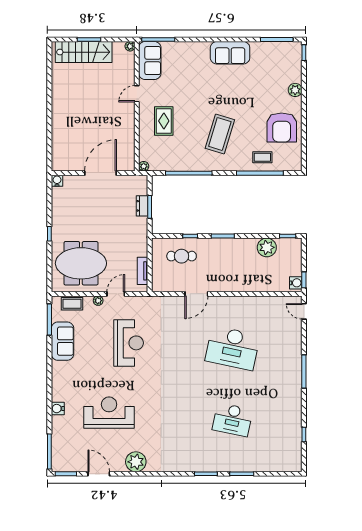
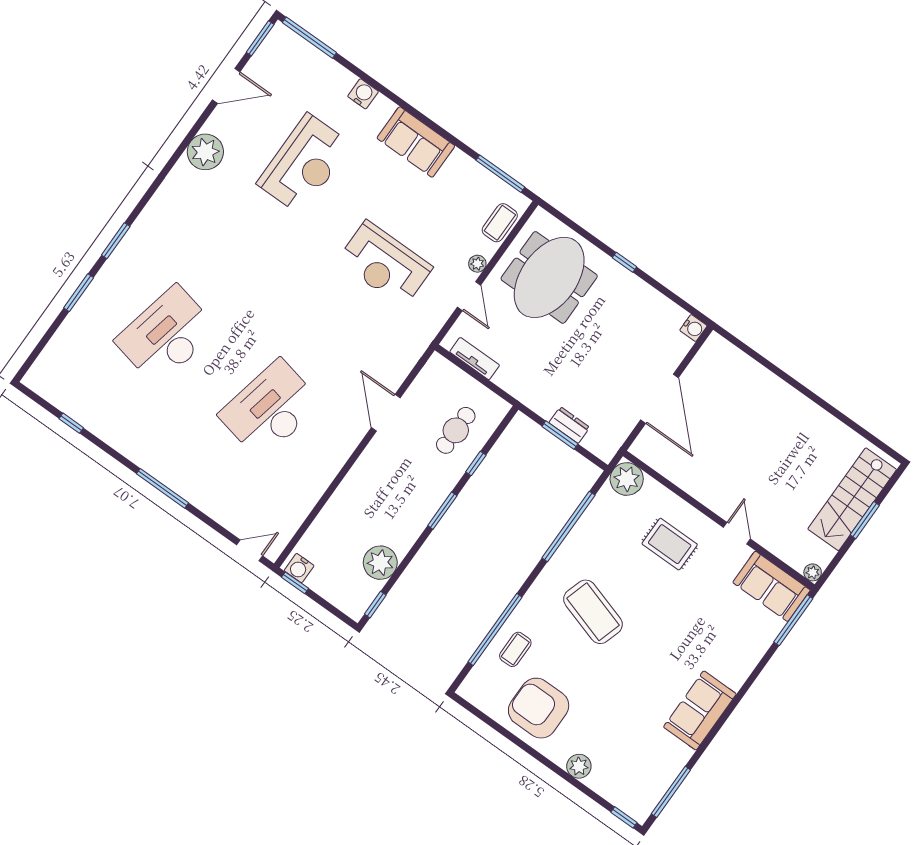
plant: (144, 166) -> (627, 479), width x1.88, depth x1.88
sofa: (62, 341) -> (416, 142), moved
desk: (233, 420) -> (166, 335), width x1.36, depth x1.30

